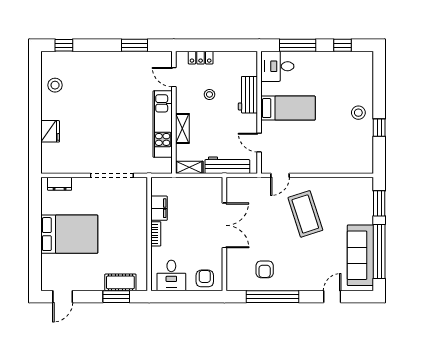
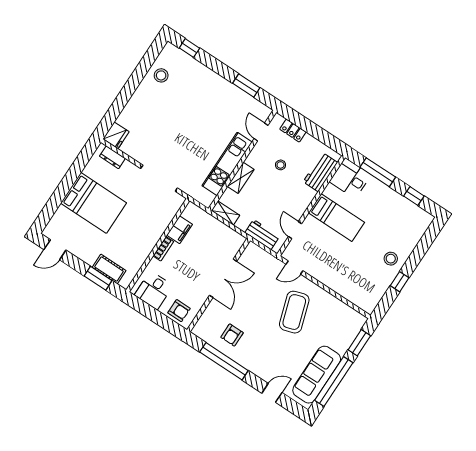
workbench: (248, 95) -> (320, 172), moved
fridge: (50, 131) -> (116, 135), moved
workbench: (227, 165) -> (262, 235), width x0.73
armchair: (205, 278) -> (179, 311), turned 90

